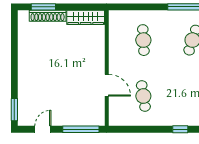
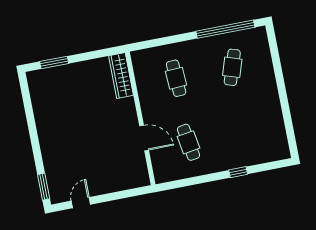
shoe rack: (48, 16) -> (61, 72), removed
wardrobe: (86, 17) -> (121, 76), moved, turned 90
window: (81, 129) -> (124, 194), removed

